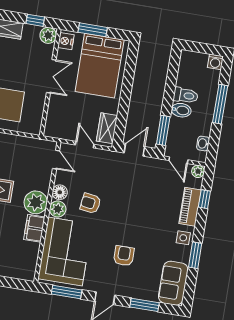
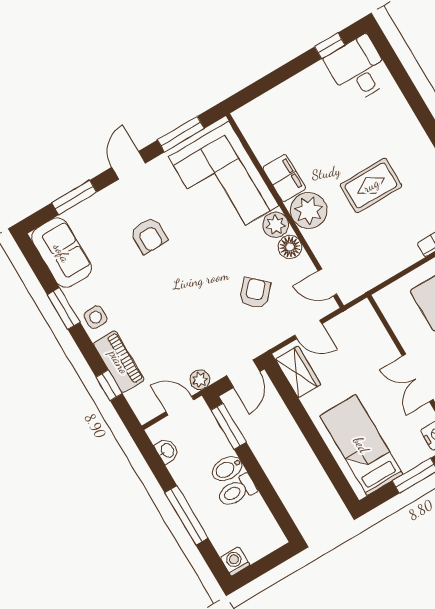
bed: (100, 66) -> (361, 445), width x0.67
plant: (198, 171) -> (200, 380), moved
armchair: (90, 203) -> (255, 293), moved, turned -55

